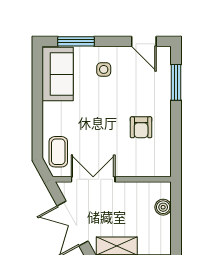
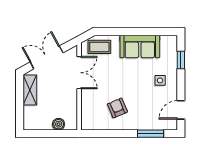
window: (76, 41) -> (181, 60), width x0.67
sofa: (58, 74) -> (140, 47), moved
armchair: (141, 127) -> (117, 108), turned 67

